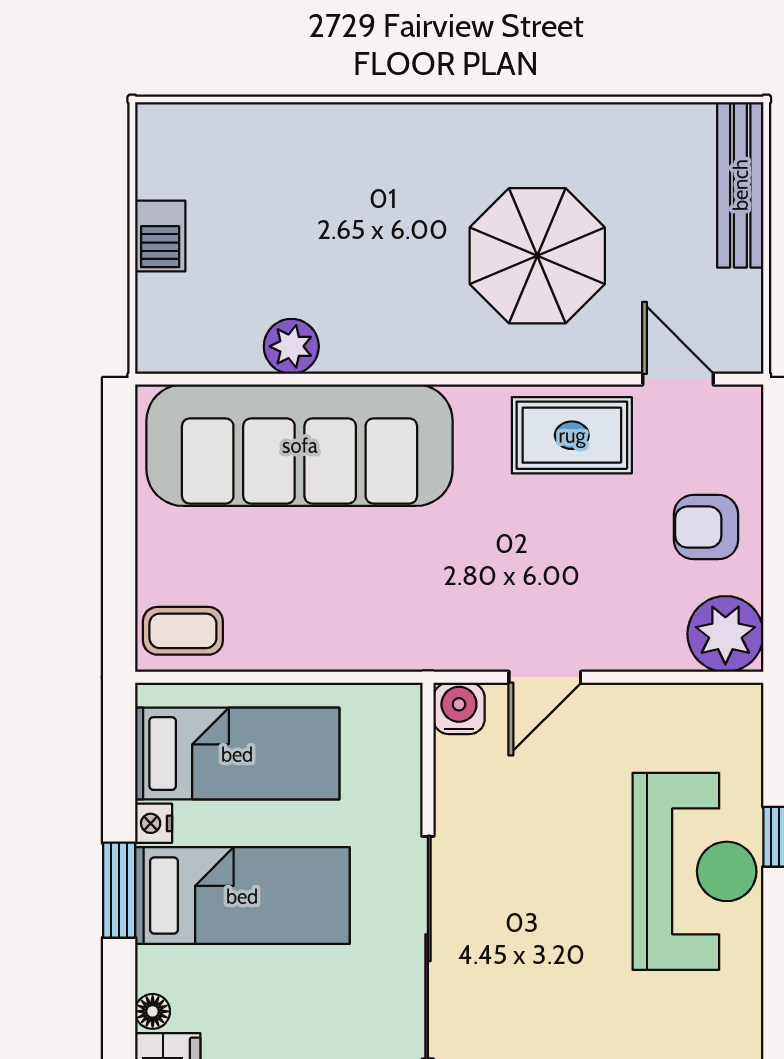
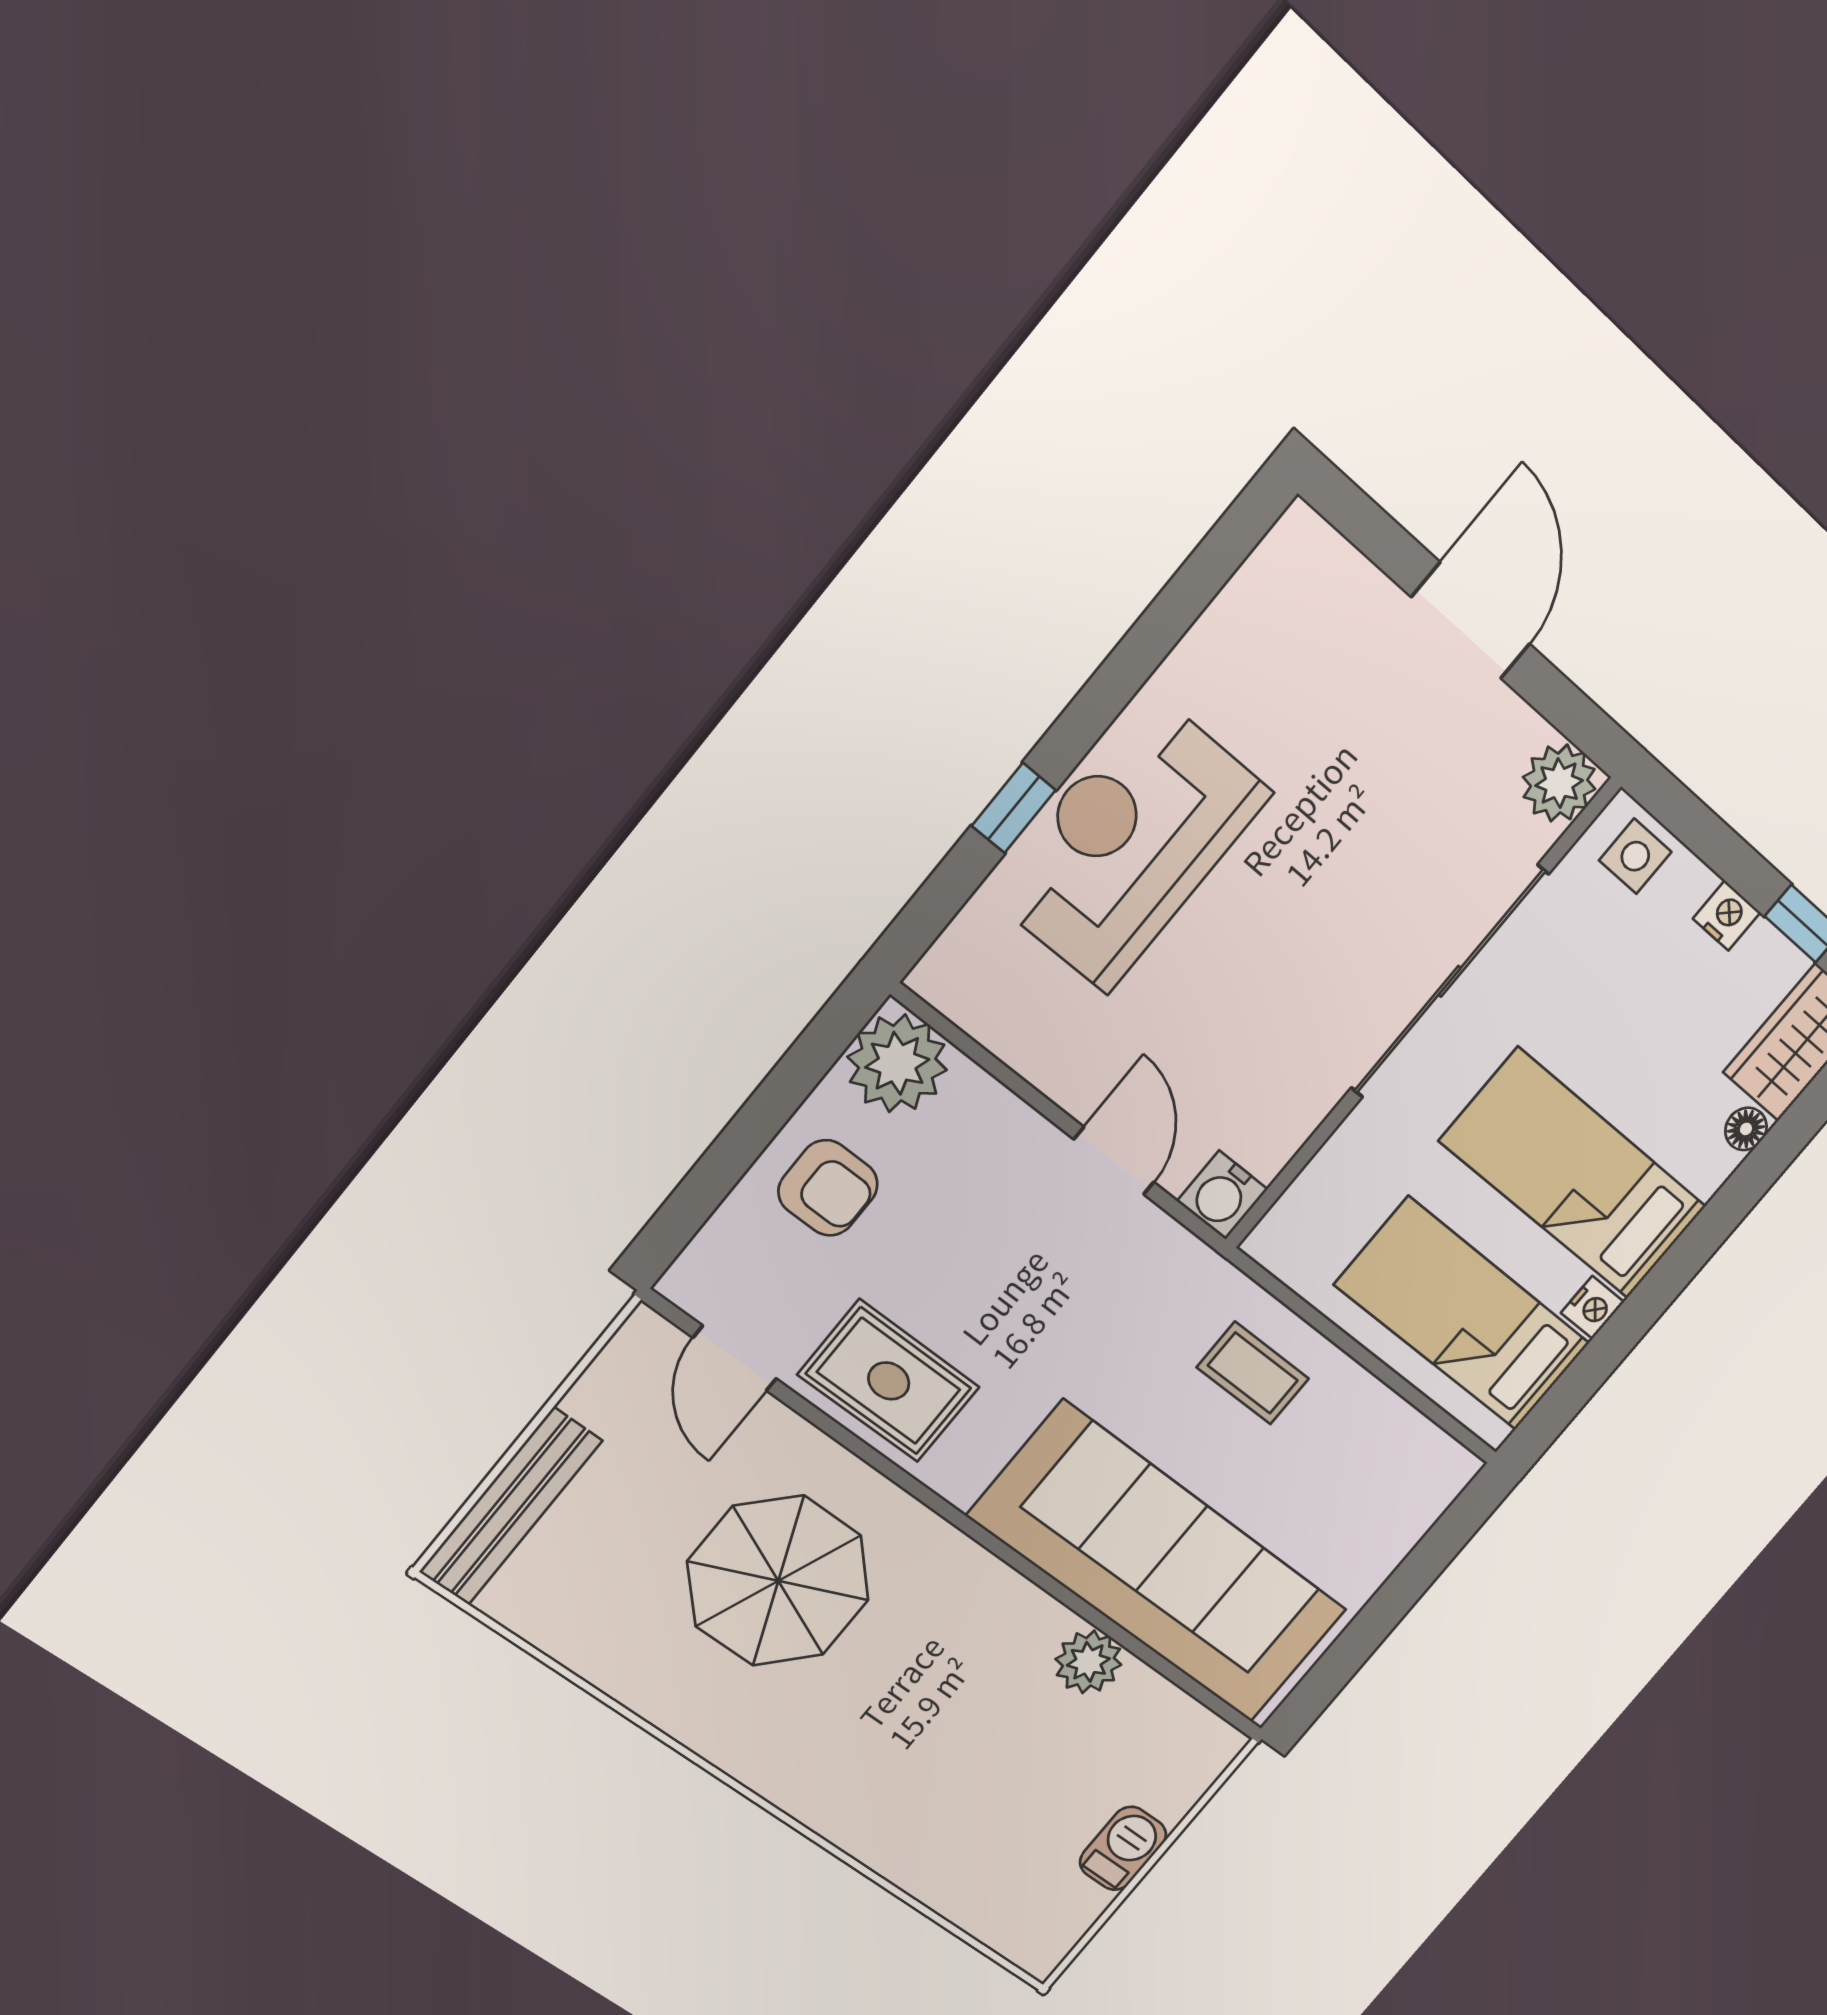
coffee table: (183, 631) -> (1253, 1373), moved
door: (545, 677) -> (1114, 1161), hinge flipped
window: (119, 890) -> (1676, 1269), removed

